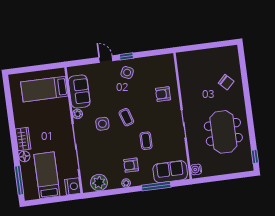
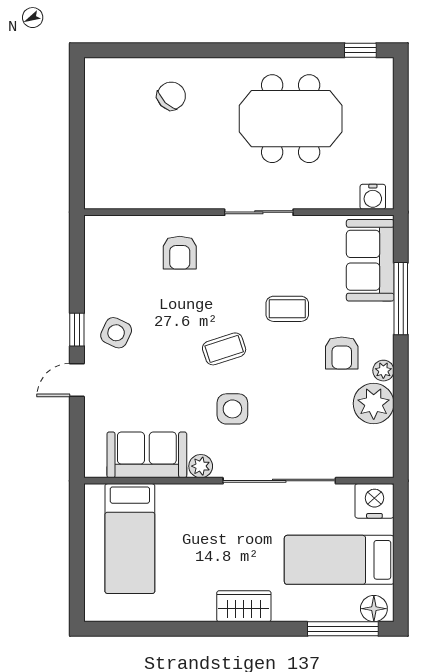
floor lamp: (24, 156) -> (374, 609), moved
plant: (99, 183) -> (374, 404), moved

